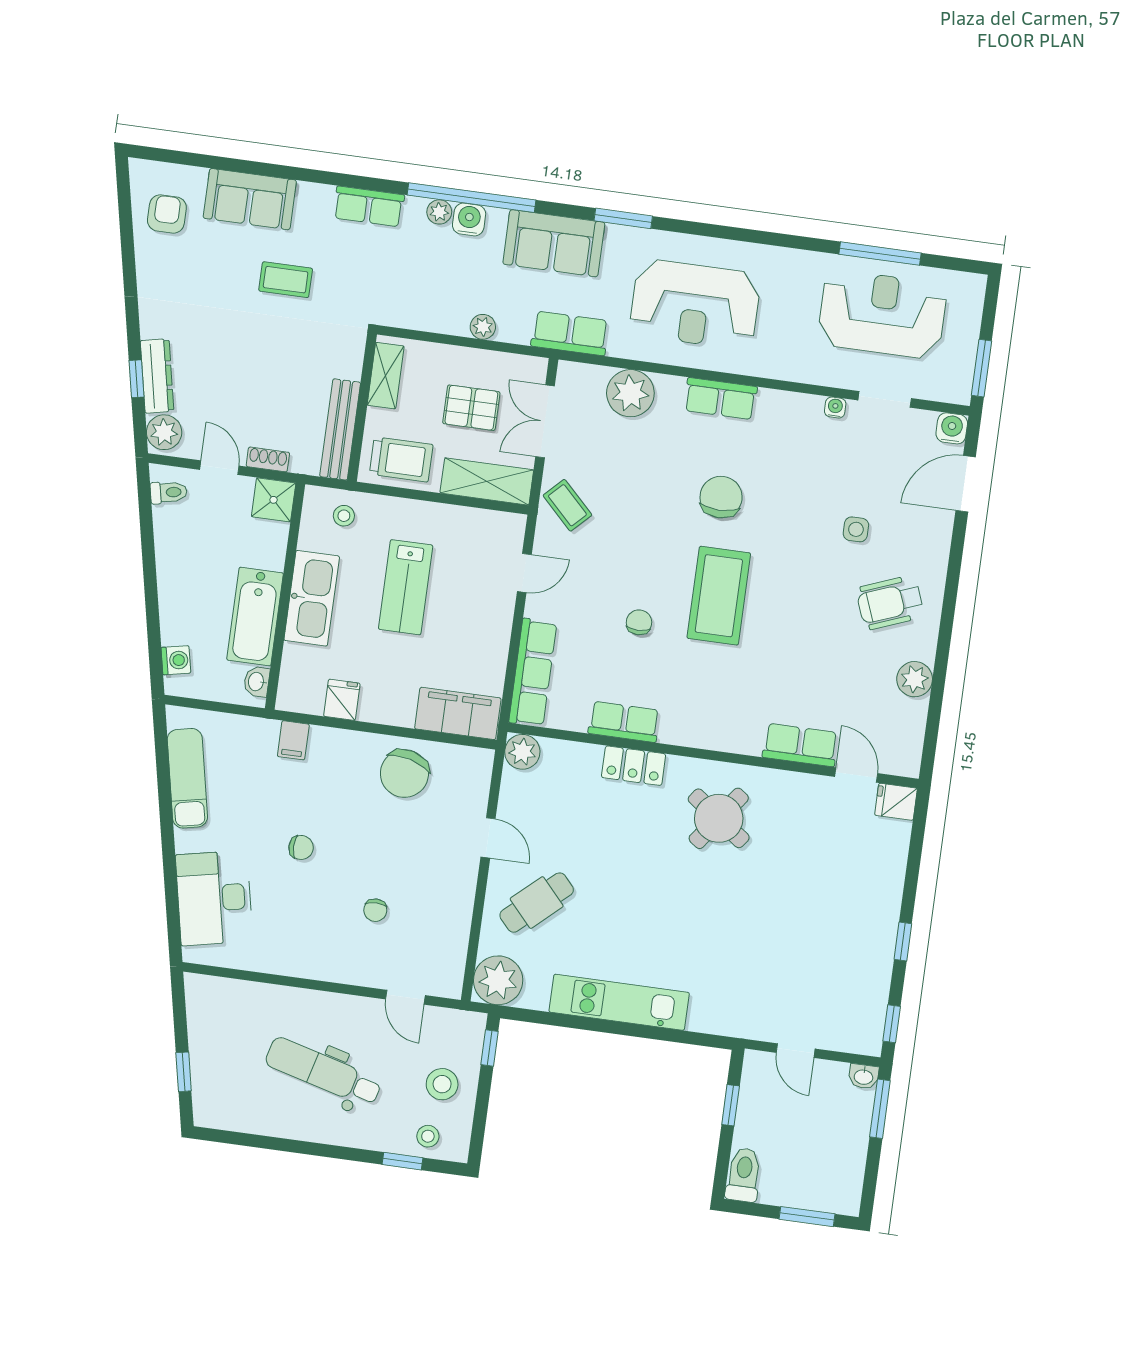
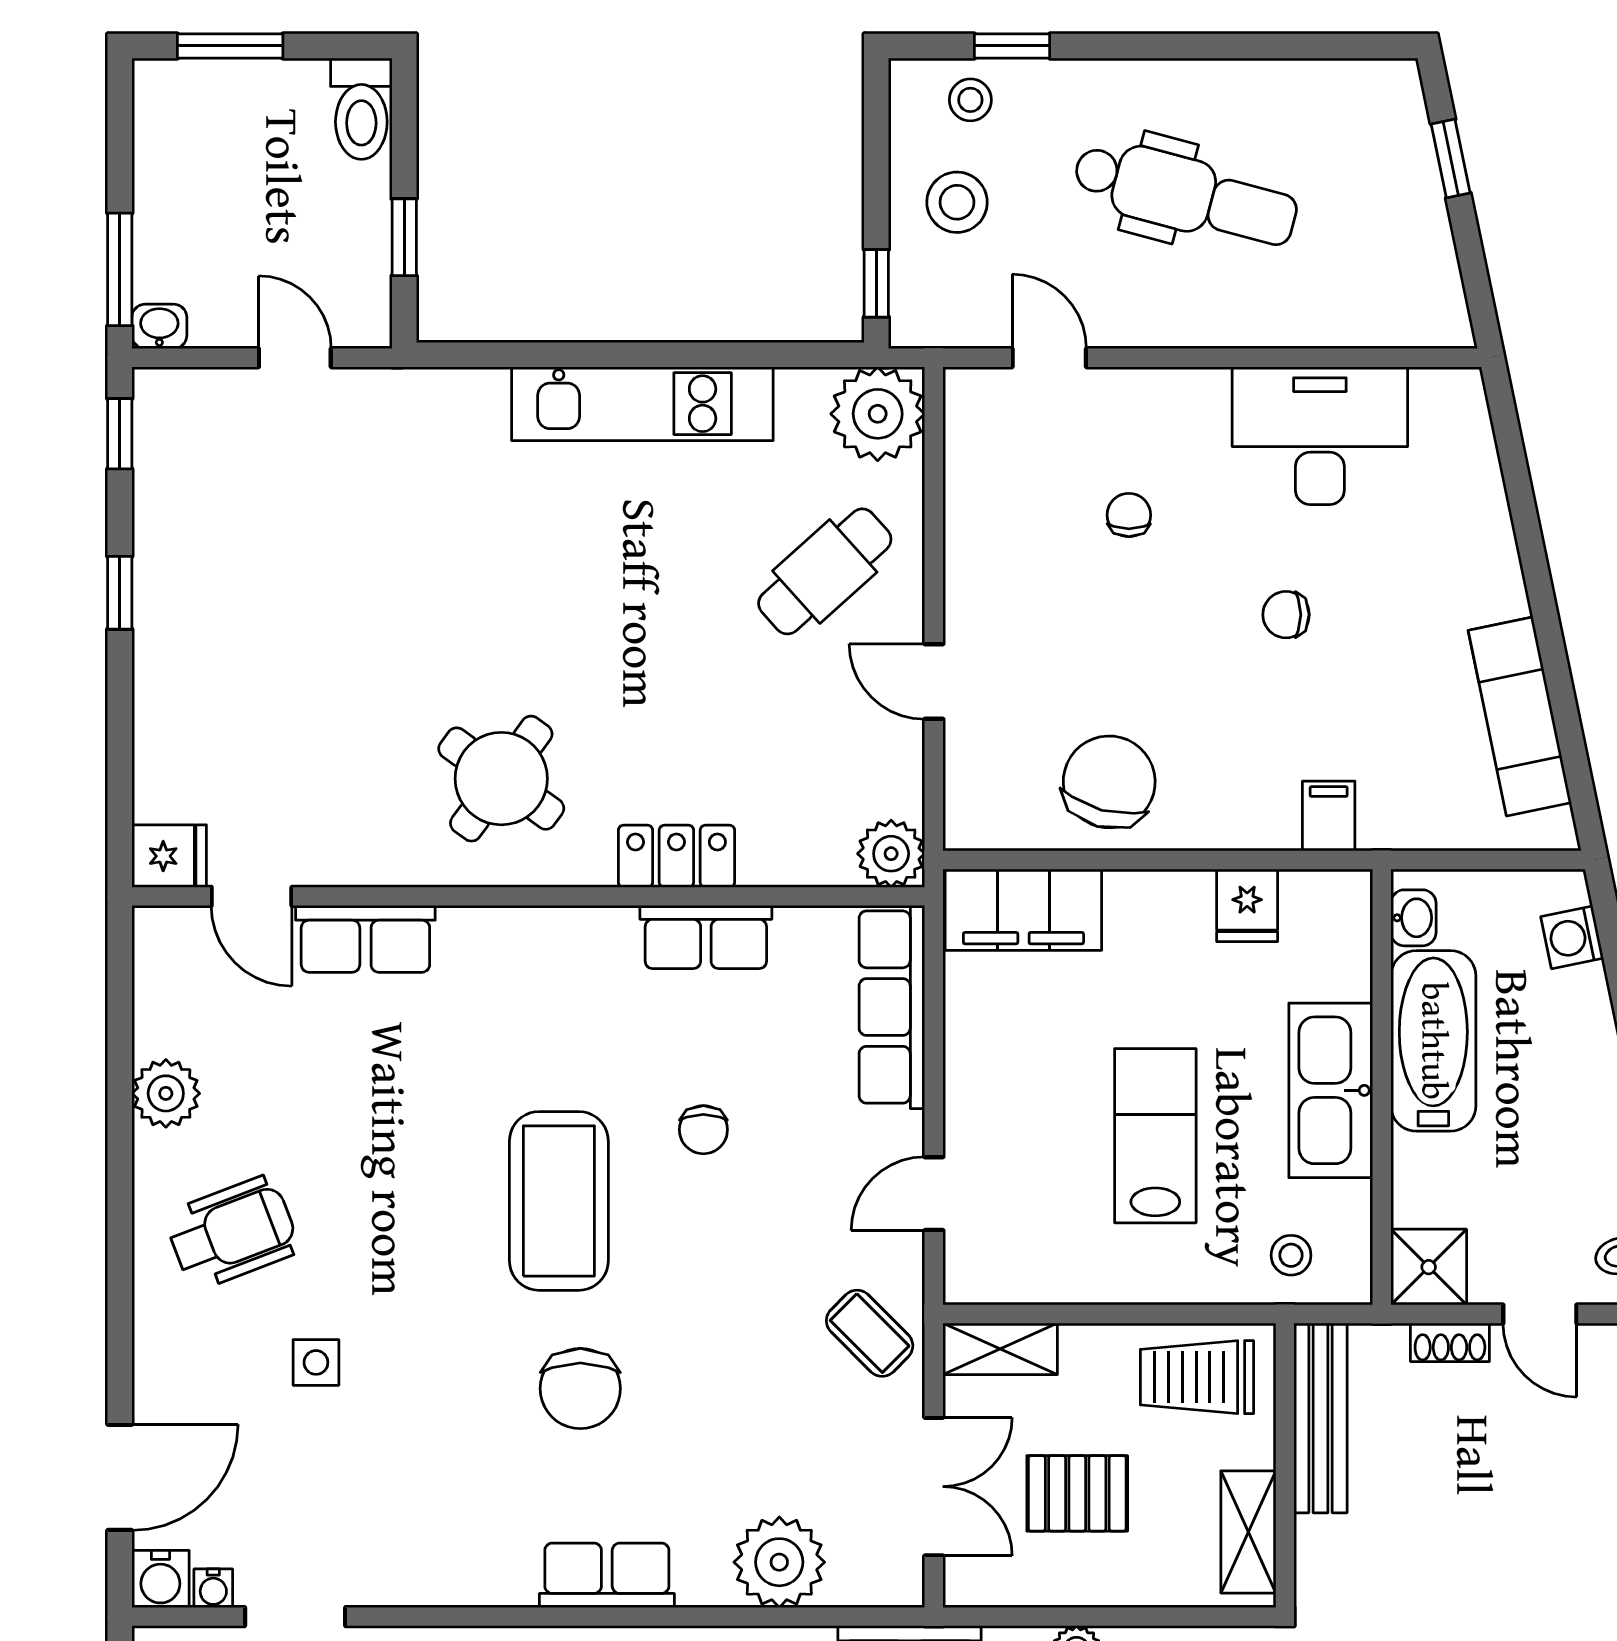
water cooler: (835, 408) -> (213, 1588), moved
shelving: (487, 481) -> (1000, 1349), width x0.67, depth x0.75
desk: (214, 898) -> (1320, 436), moved, turned -78

